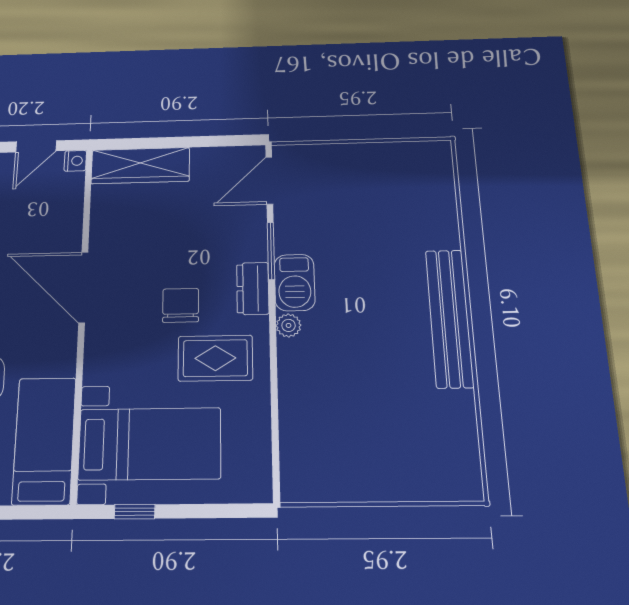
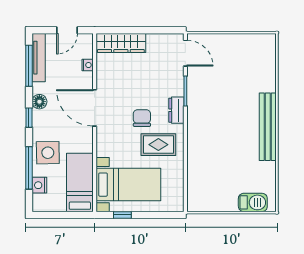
nightstand: (75, 161) -> (88, 65), moved
door: (269, 181) -> (185, 53), swing flipped
barbecue: (295, 282) -> (253, 202), moved, turned -90
plant: (289, 325) -> (193, 129), removed

